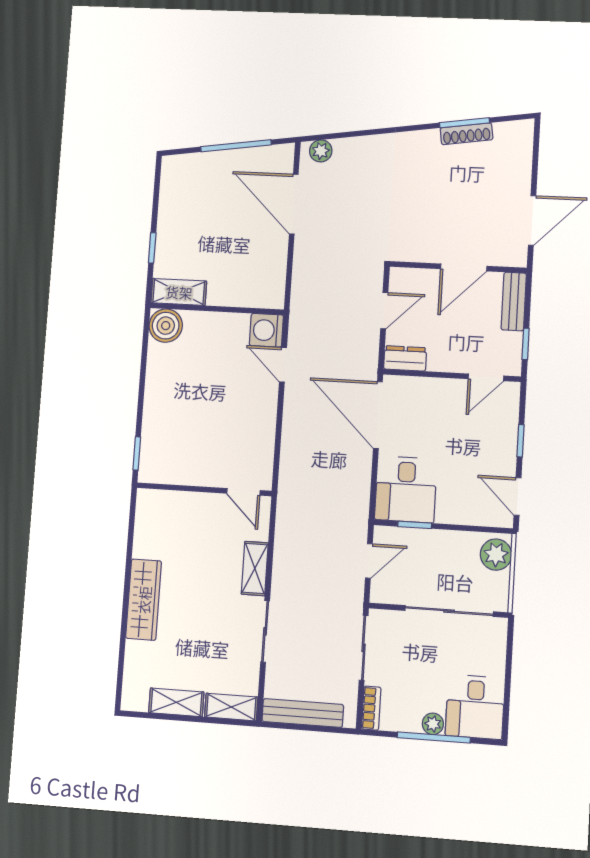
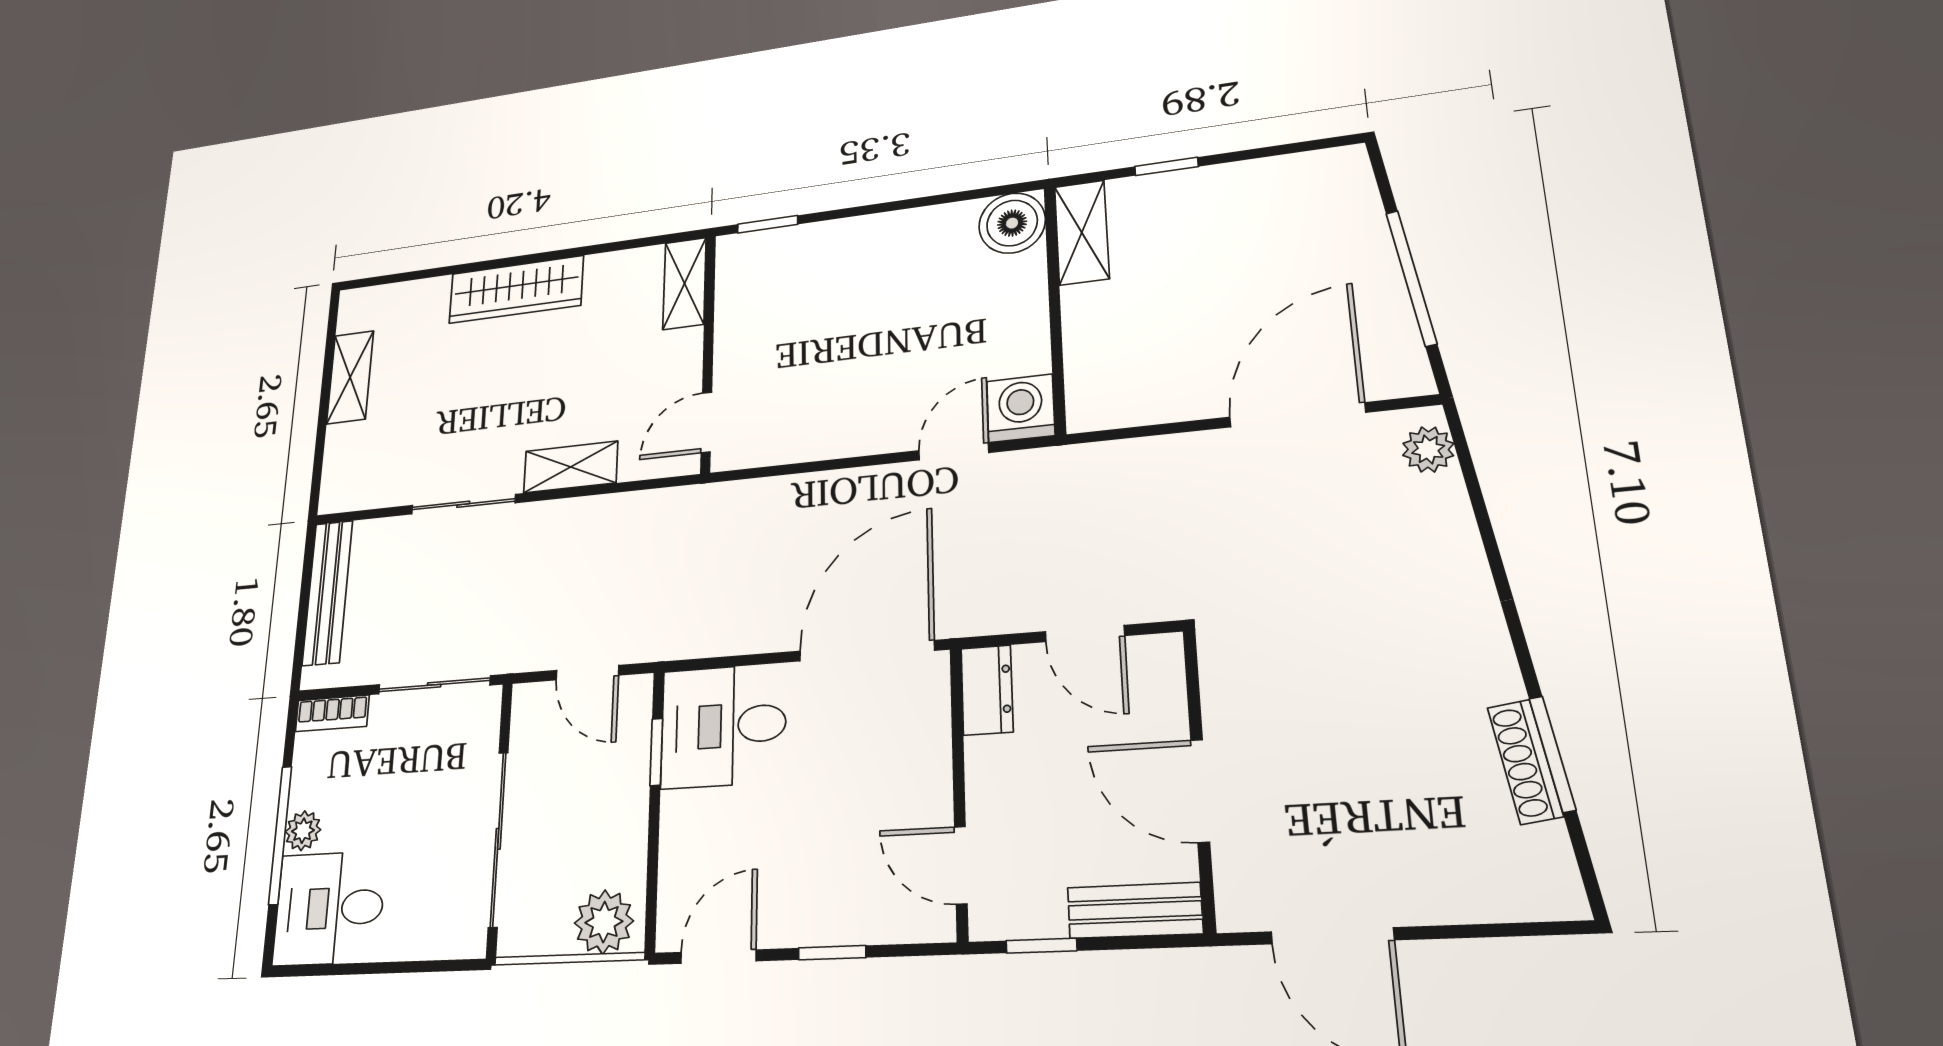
shelving: (231, 707) -> (685, 283), moved

